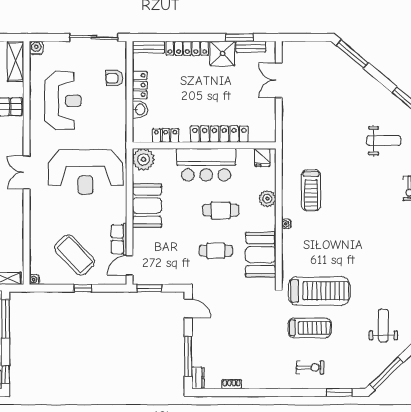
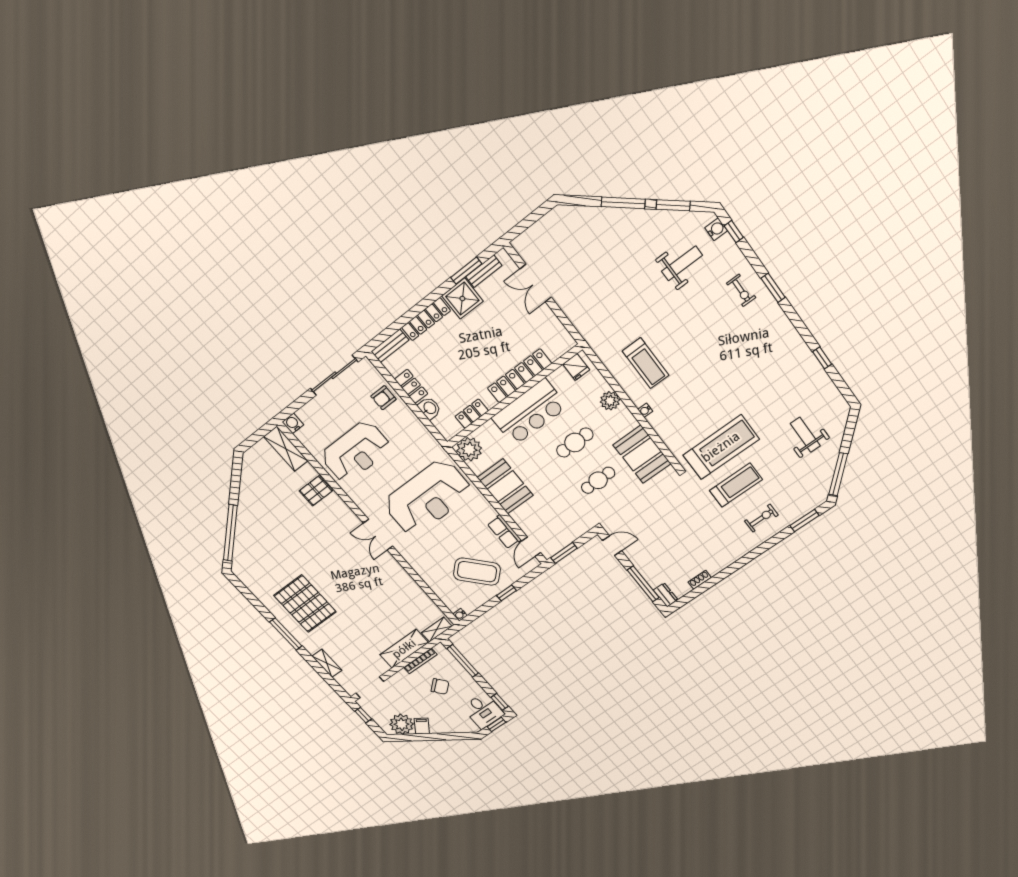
window: (352, 54) -> (623, 203), moved
reception desk: (63, 101) -> (356, 452), turned 90

